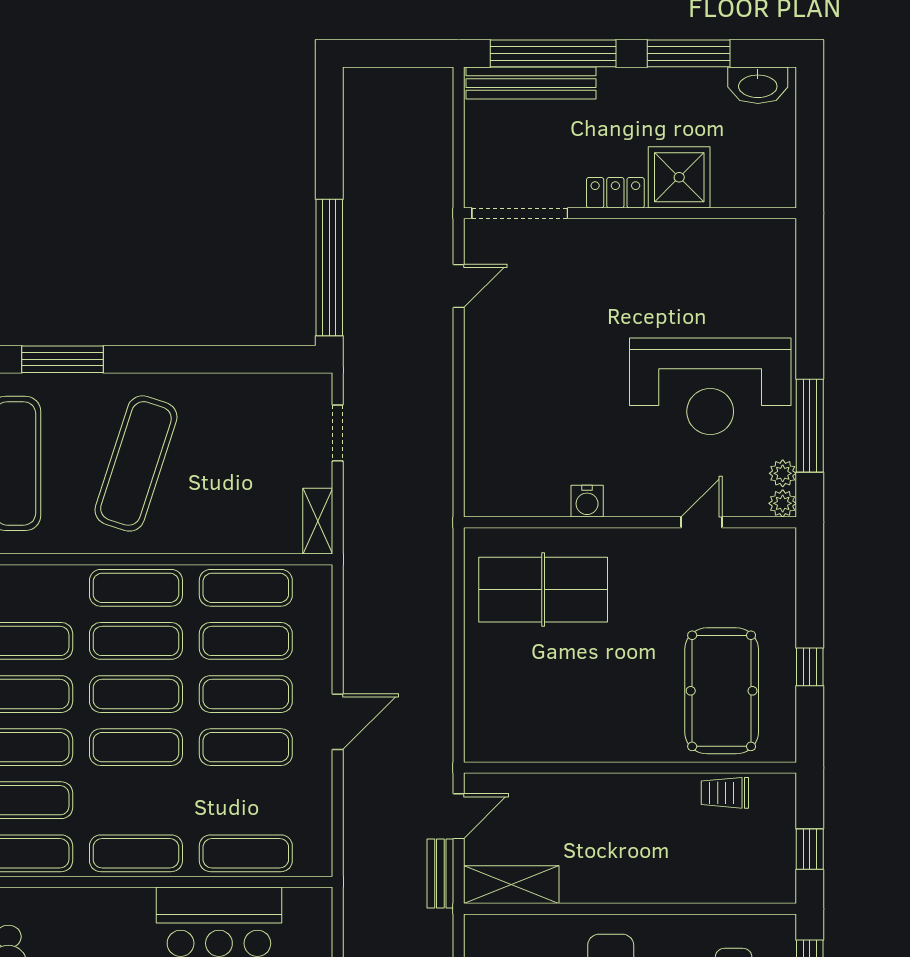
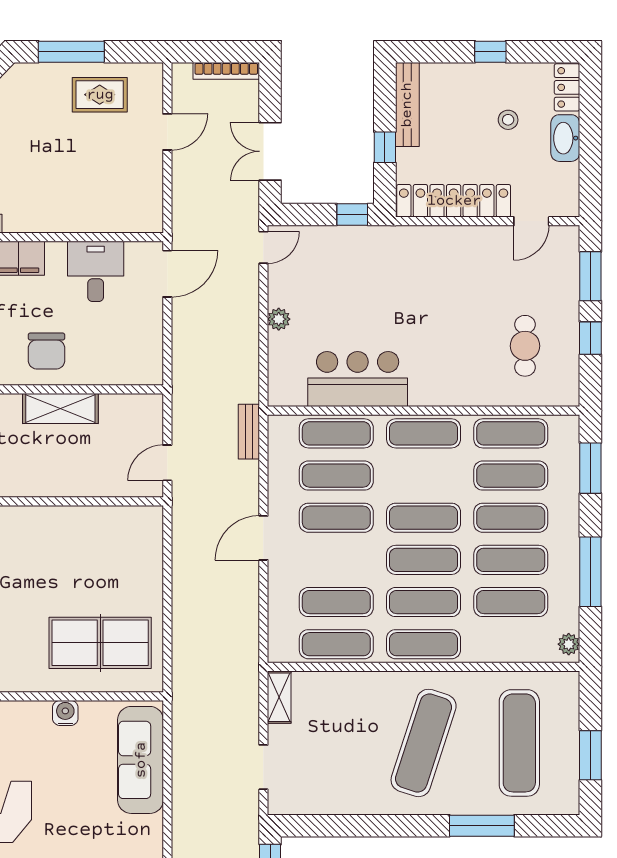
sofa: (492, 442) -> (141, 760), added
exercise mat: (246, 694) -> (336, 476), moved
bench: (440, 874) -> (249, 432), moved
shelving: (511, 885) -> (60, 408), moved

